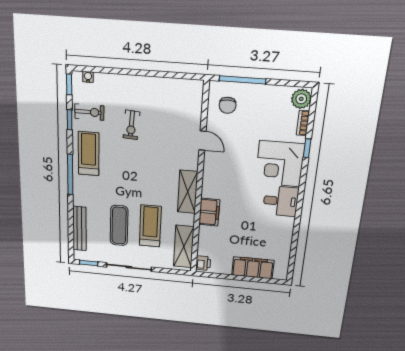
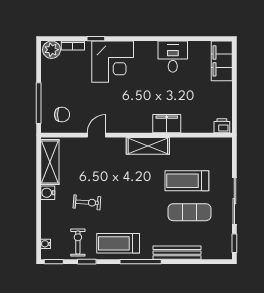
water cooler: (143, 83) -> (48, 193), added
desk: (281, 201) -> (173, 57), moved
bench: (80, 229) -> (177, 253), moved
shelving: (184, 247) -> (50, 162), moved, turned 90
filing cabinet: (253, 268) -> (222, 61), moved

